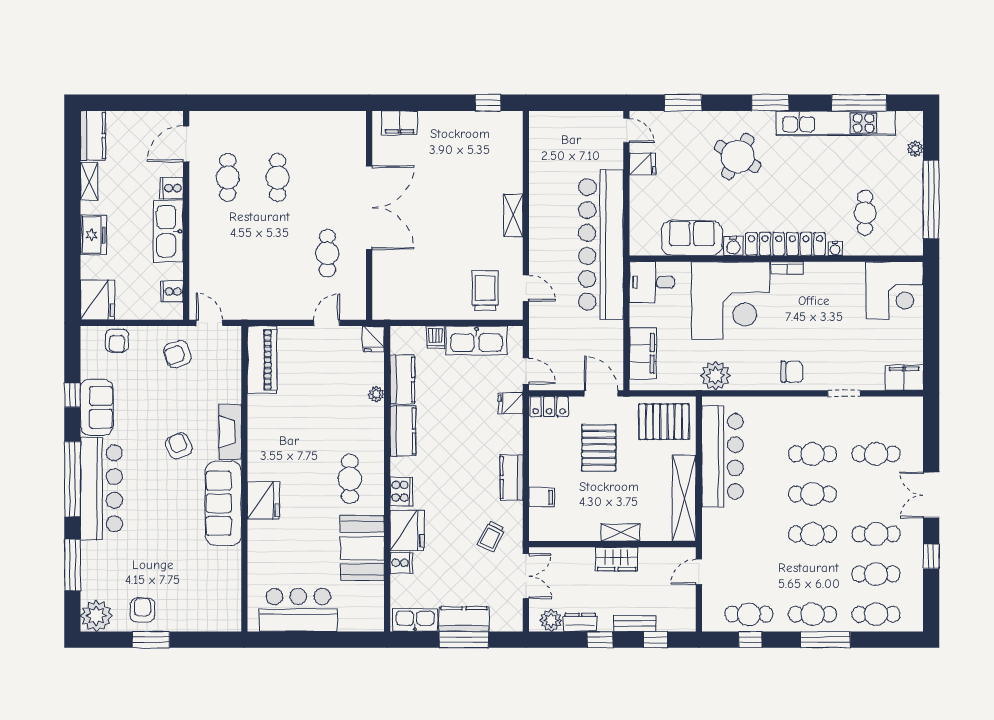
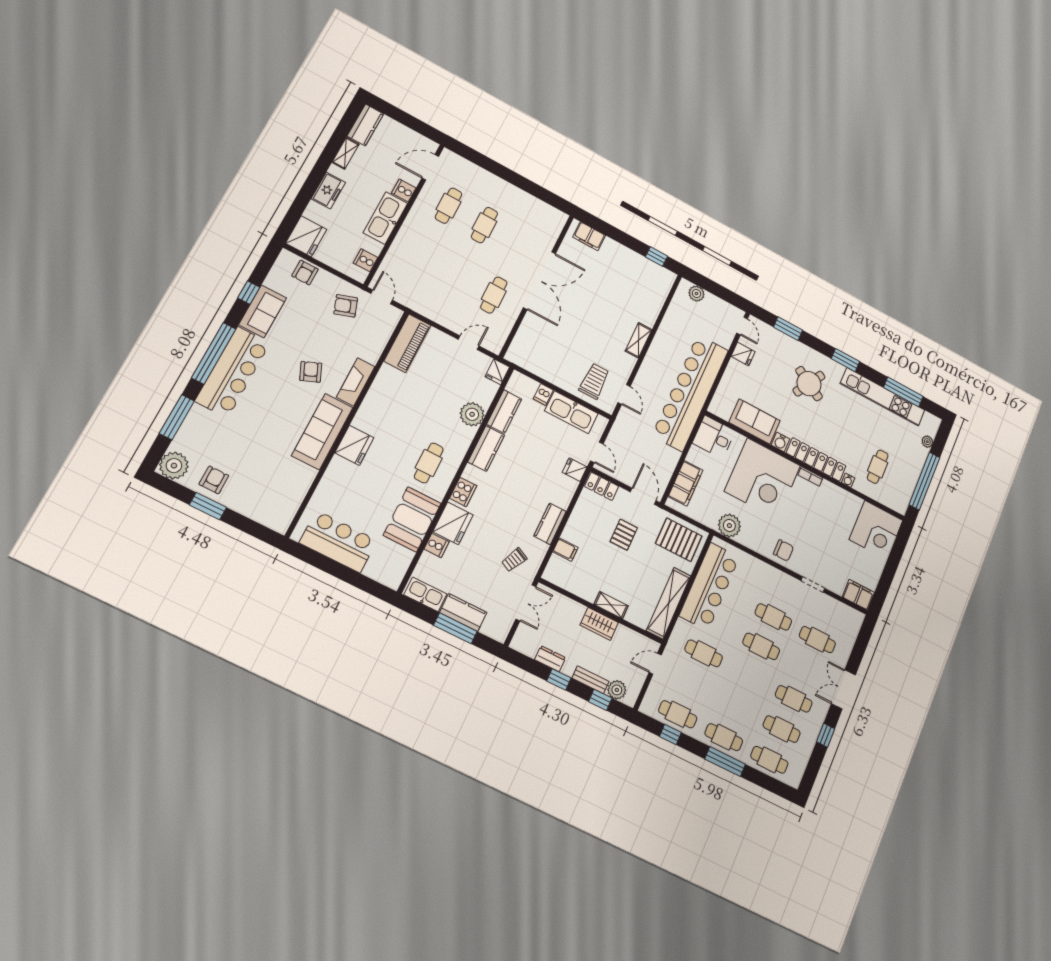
plant: (555, 121) -> (697, 294), added
plant: (376, 394) -> (472, 414), width x1.88, depth x1.88
pallet: (599, 448) -> (624, 535), width x0.67, depth x0.71
cafe table: (812, 534) -> (704, 653), moved
plant: (551, 620) -> (617, 690), moved

